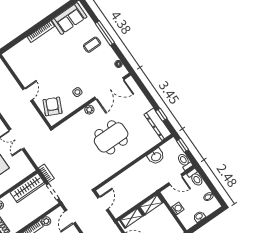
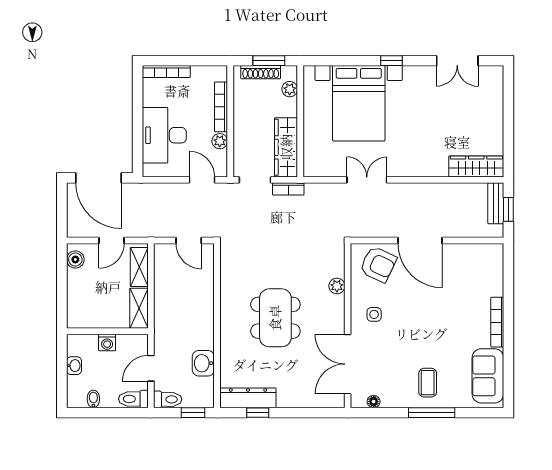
door: (28, 95) -> (420, 240), width x1.88
plant: (89, 110) -> (337, 286), moved

